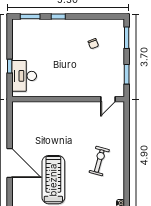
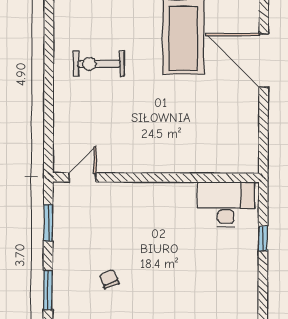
desk: (24, 76) -> (226, 204), moved, turned -90
exercise bike: (99, 161) -> (99, 64), turned 75

